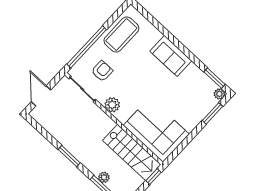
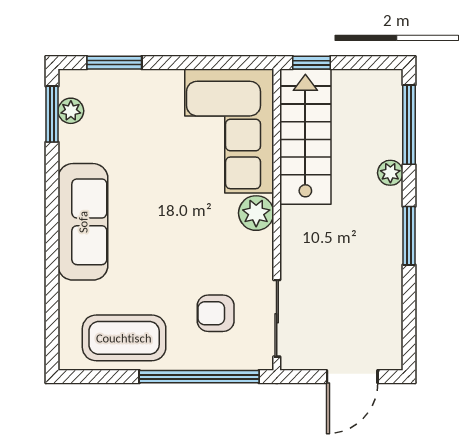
sofa: (171, 56) -> (83, 222), width x1.36
plant: (219, 94) -> (71, 111), moved
plant: (112, 105) -> (256, 213), moved
plant: (104, 177) -> (390, 173), moved

